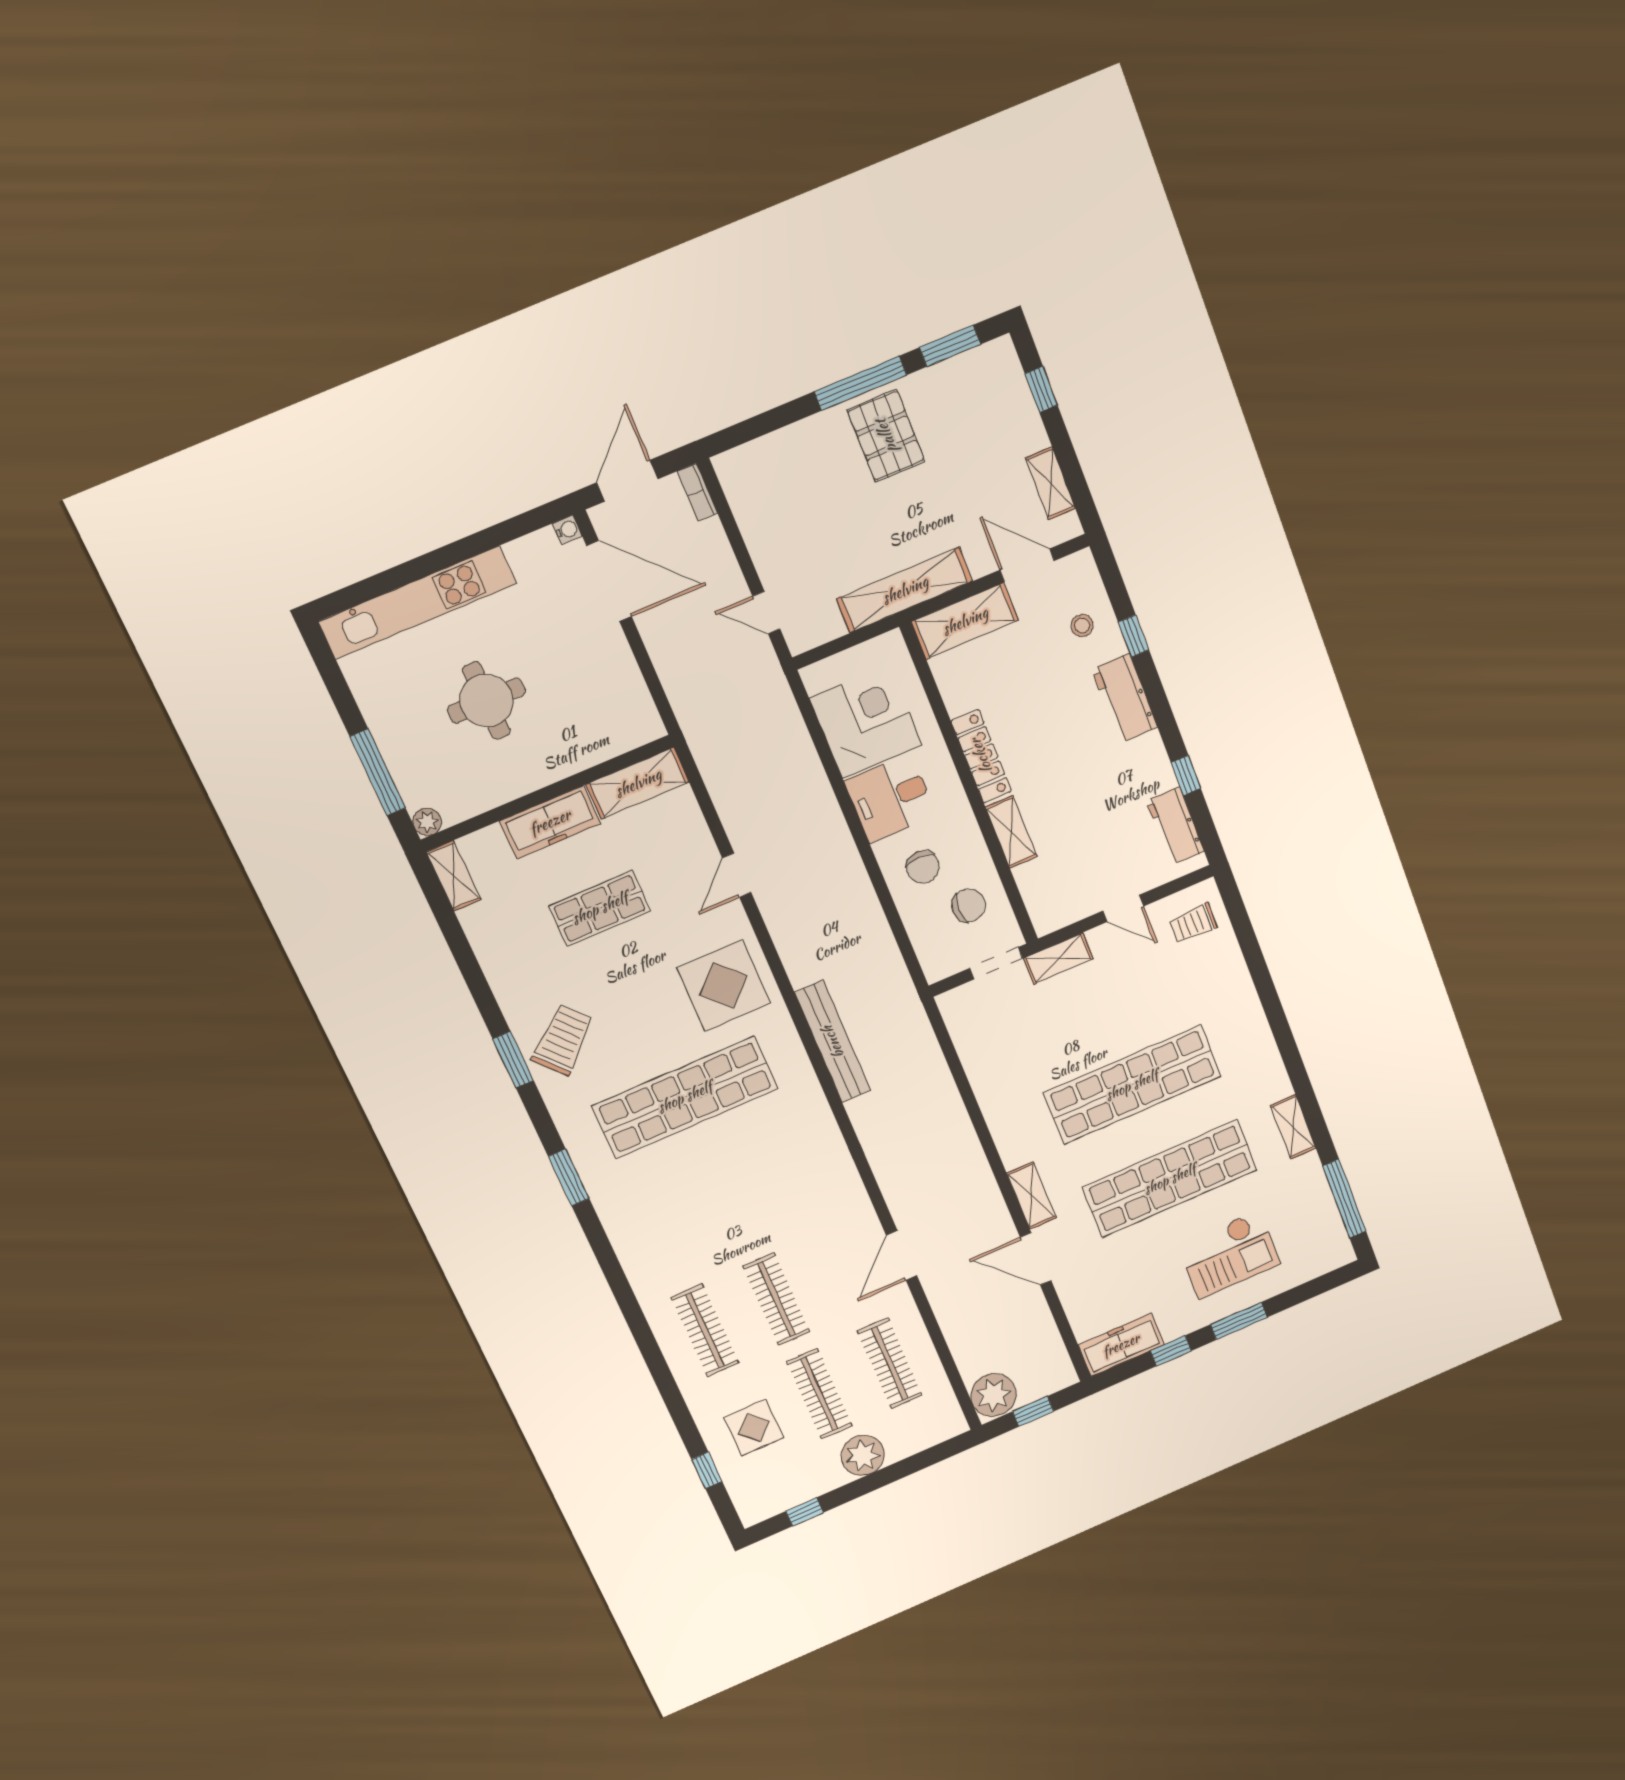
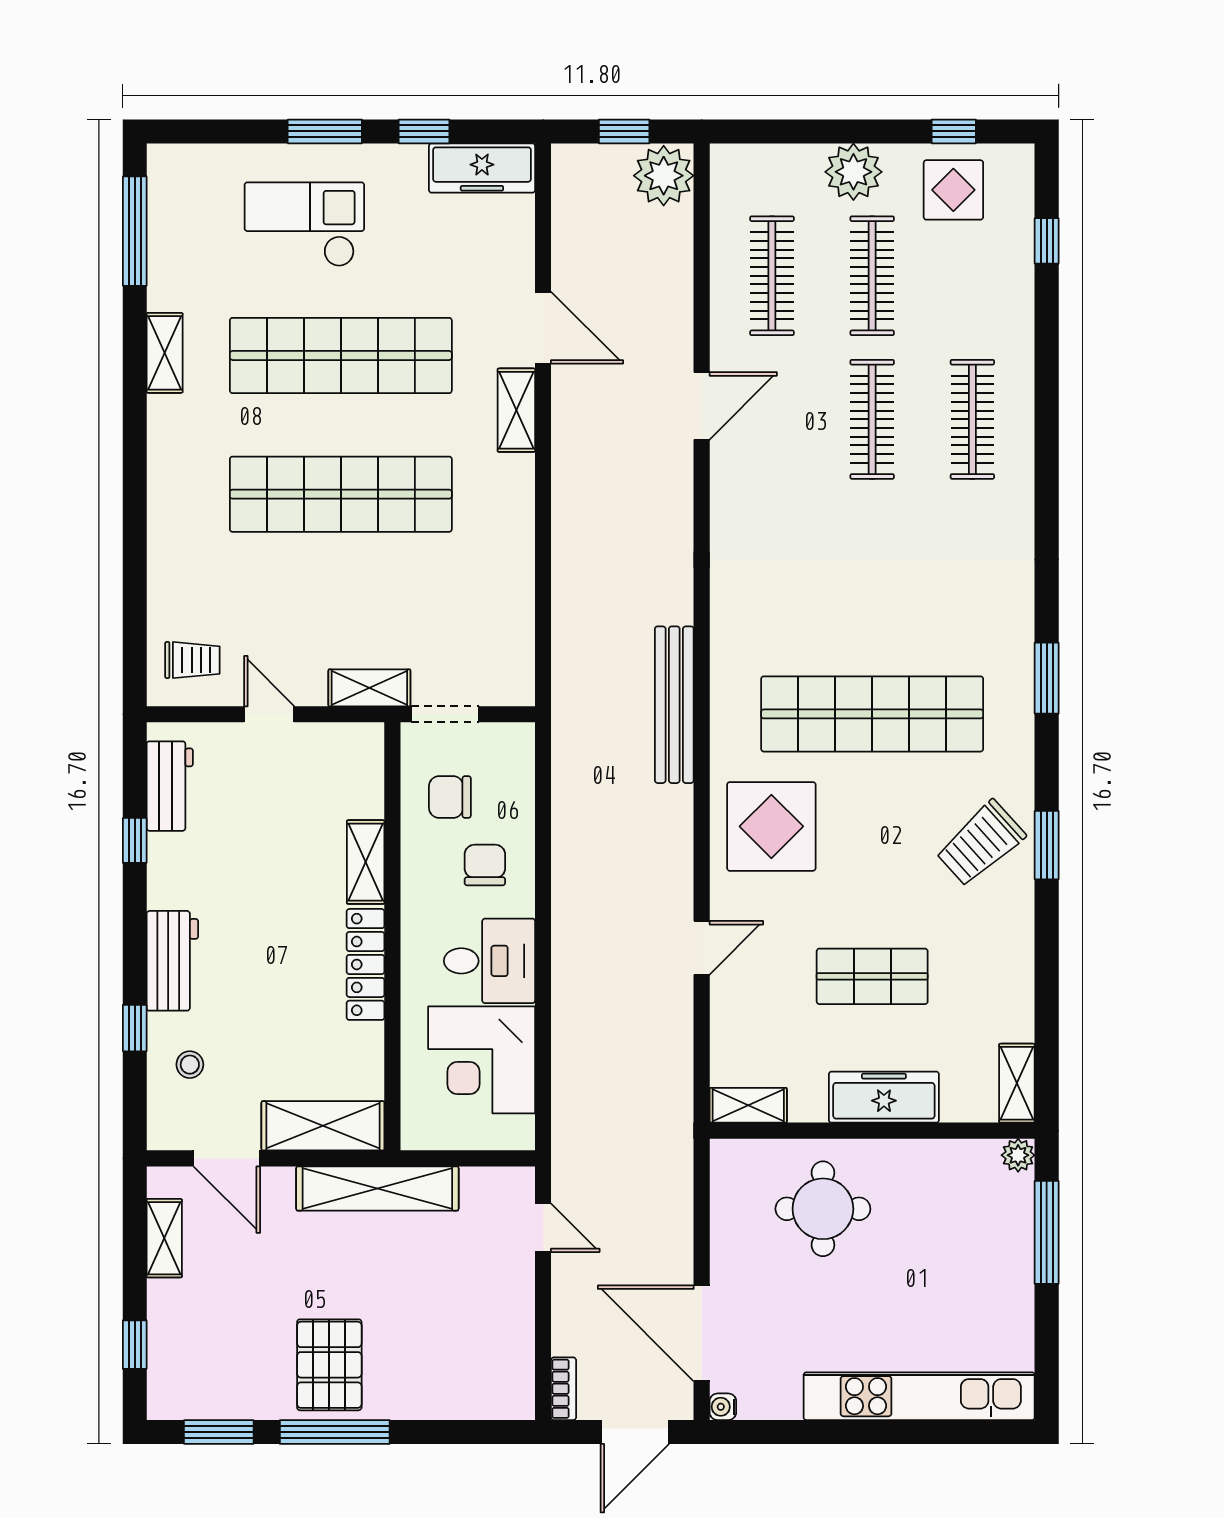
round table: (486, 701) -> (823, 1209), moved
shelving: (638, 783) -> (748, 1105), width x0.67, depth x0.75
display table: (754, 1428) -> (953, 190), moved

